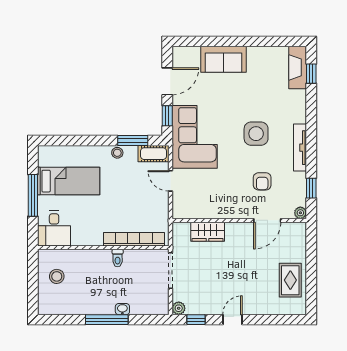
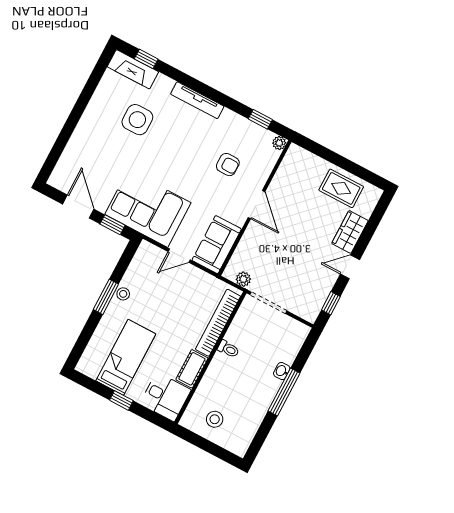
sofa: (223, 59) -> (217, 245), moved, turned 180
side table: (256, 134) -> (137, 120), moved
window: (133, 140) -> (106, 297), moved
tv unit: (300, 148) -> (197, 100), moved
cot: (154, 154) -> (192, 369), moved
window: (33, 195) -> (121, 400), width x0.46
door: (267, 220) -> (257, 205), moved
wardrobe: (208, 232) -> (350, 232), moved, turned 180
plant: (179, 308) -> (243, 279), moved
door: (232, 320) -> (350, 267), hinge flipped

